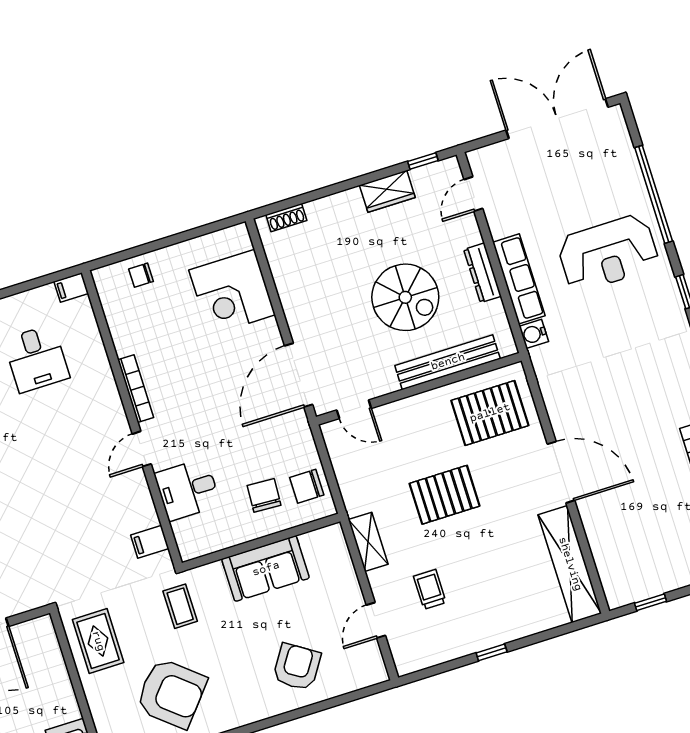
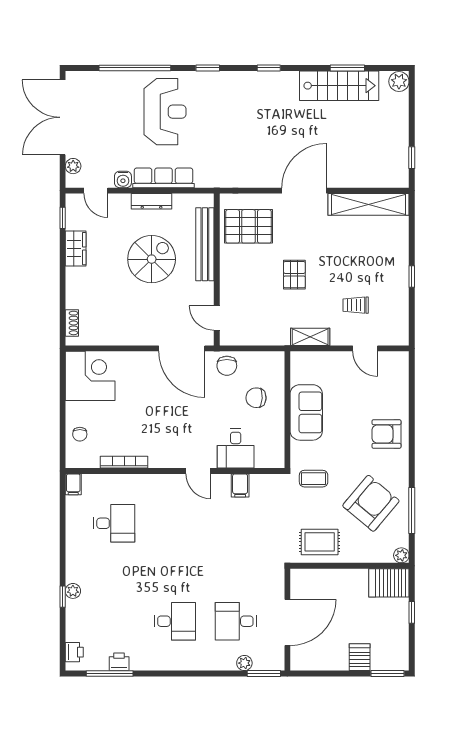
plant: (496, 153) -> (73, 166), added
corner desk: (232, 292) -> (90, 376), moved, turned -90
water cooler: (534, 334) -> (123, 179), moved
bookcase: (136, 389) -> (124, 462), moved
door: (354, 409) -> (217, 318), swing flipped
pallet: (490, 413) -> (248, 226), turned 90
chair: (307, 486) -> (227, 366), moved
pallet: (445, 495) -> (294, 275), width x0.67, depth x0.71
filing cabinet: (150, 542) -> (240, 485), moved
armchair: (297, 667) -> (386, 434), moved, turned -33

